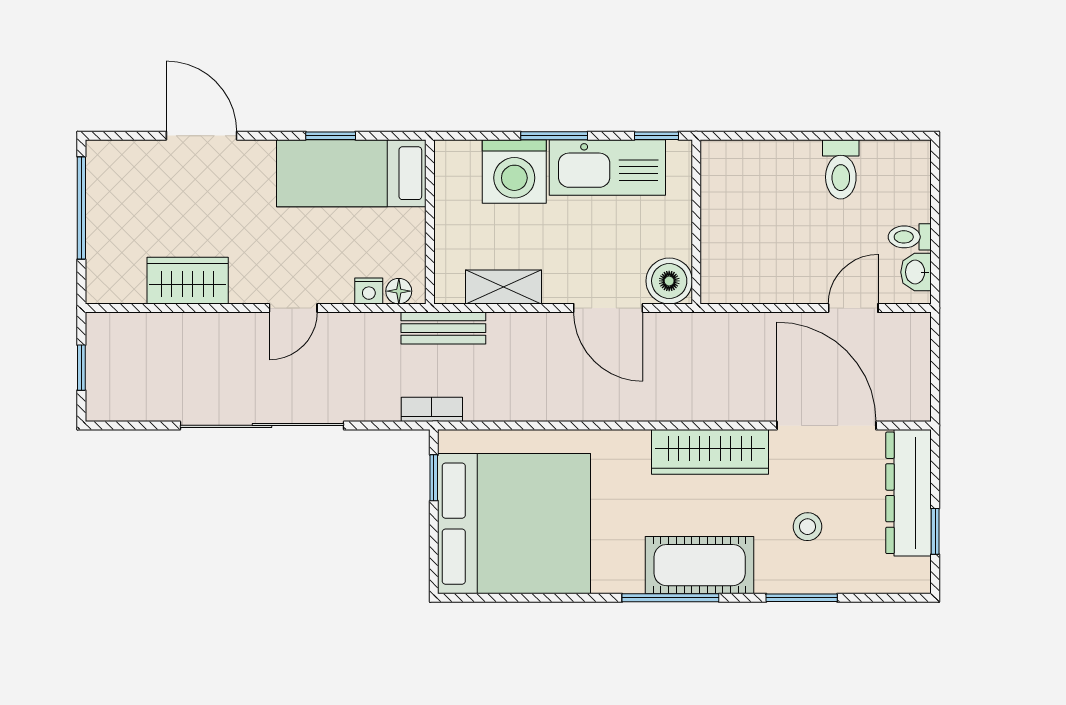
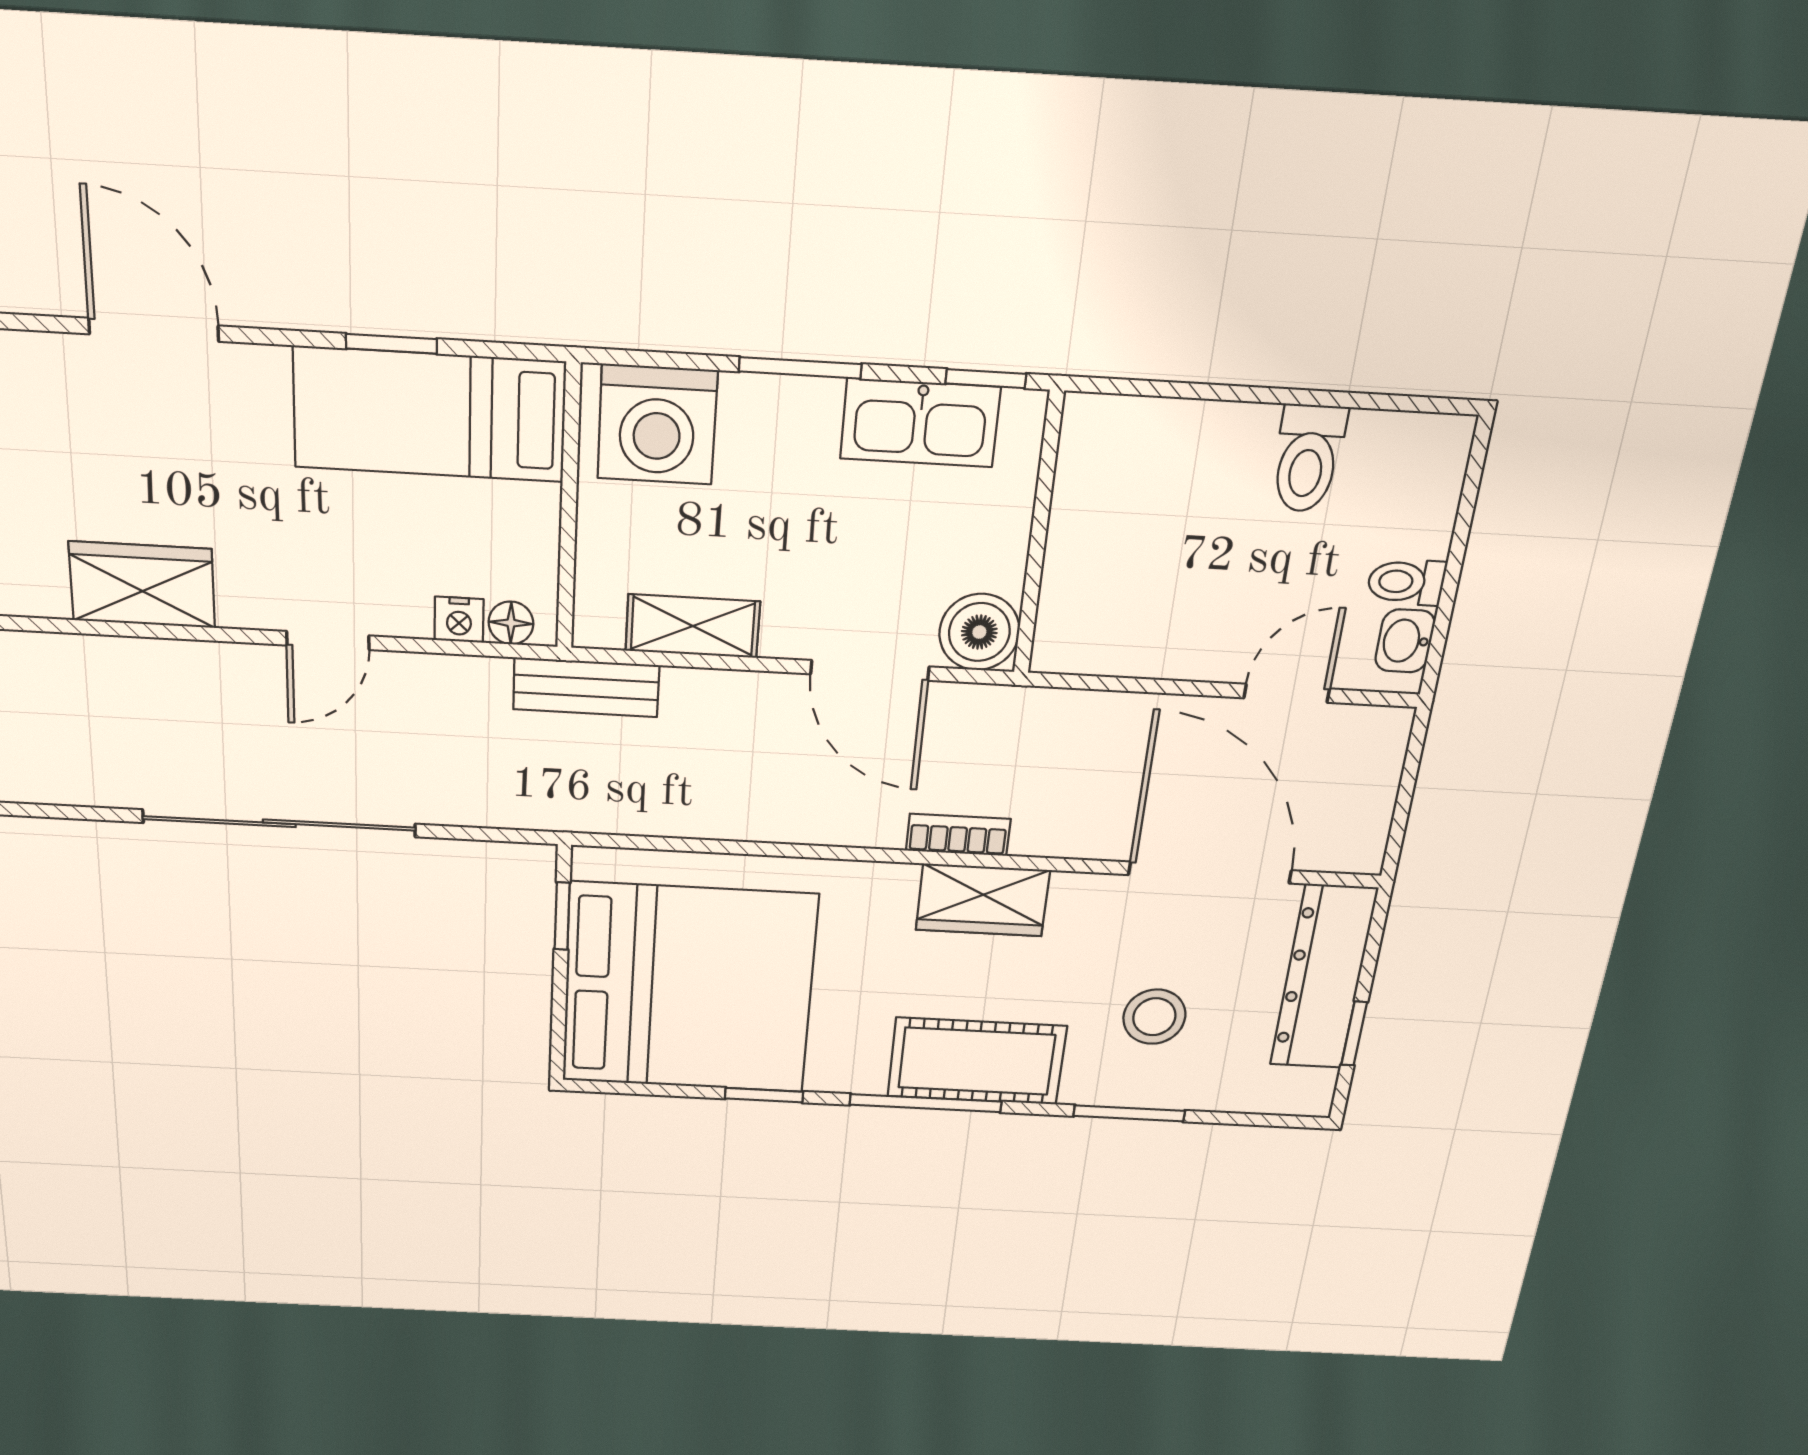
kitchen sink: (607, 167) -> (920, 423), width x0.73, depth x0.81
washing machine: (514, 171) -> (657, 425), moved
bookcase: (432, 409) -> (958, 835), moved
wardrobe: (710, 452) -> (983, 900), width x0.67
stool: (807, 527) -> (1154, 1017), width x1.37, depth x1.37
window: (567, 598) -> (764, 1095), added

